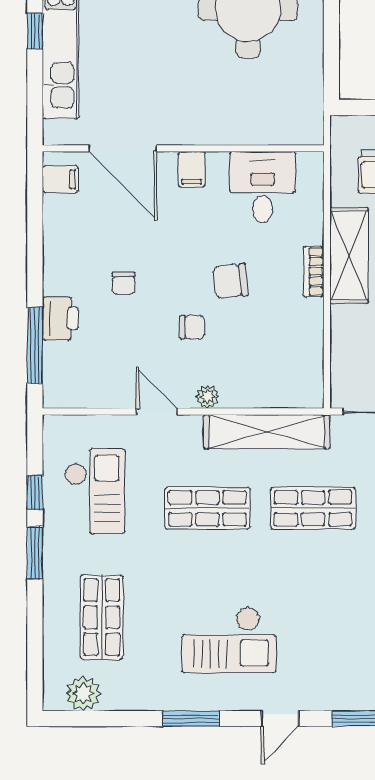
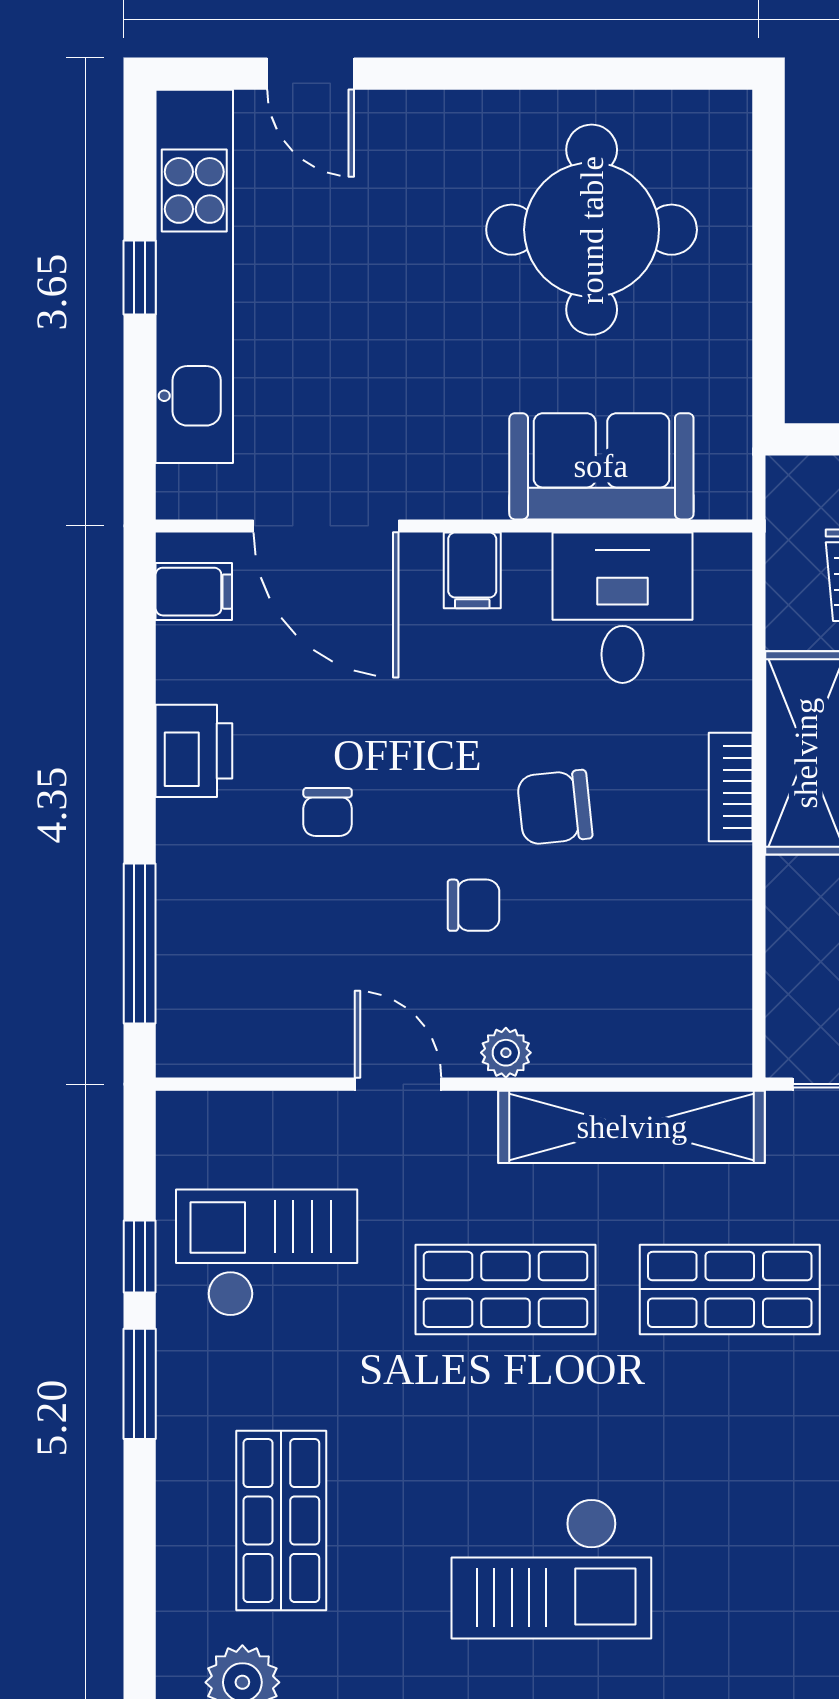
sofa: (253, 120) -> (601, 466), added
printer: (60, 319) -> (194, 751), moved
checkout: (95, 491) -> (267, 1253), turned -90

